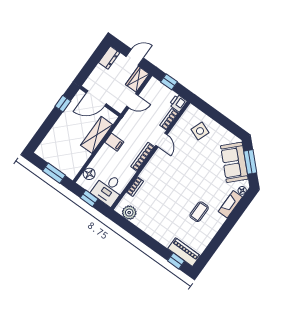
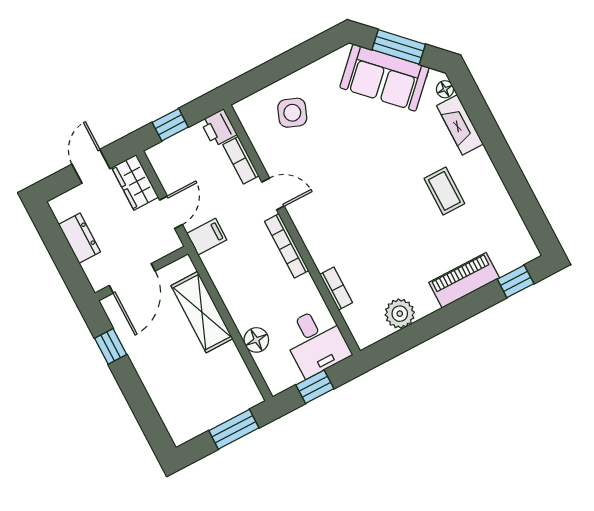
dresser: (109, 58) -> (80, 238), moved
filing cabinet: (114, 142) -> (207, 237), moved
floor lamp: (89, 174) -> (256, 340), moved
plant: (129, 213) -> (400, 314), moved
piano: (184, 252) -> (464, 280), moved

